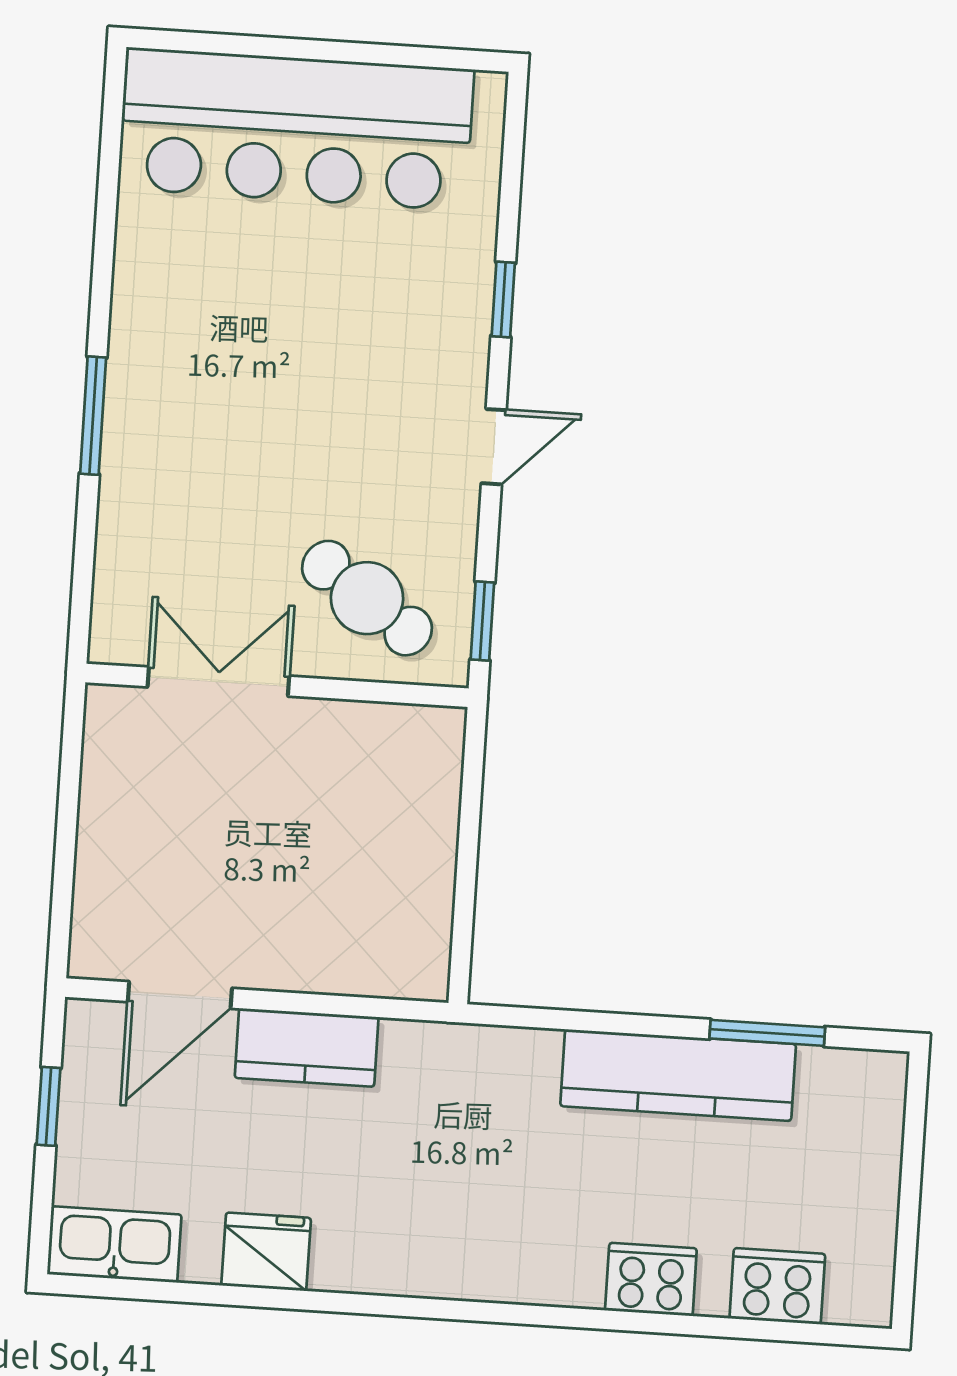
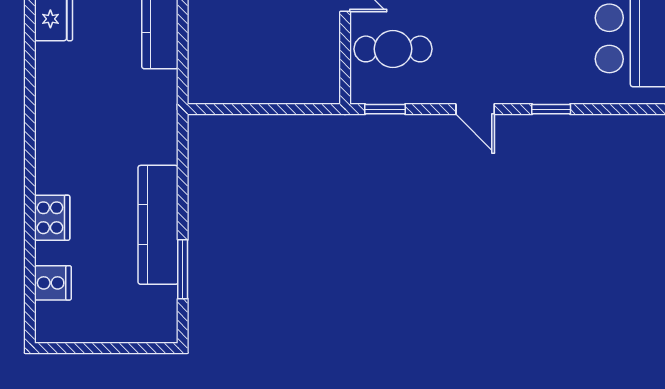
cafe table: (367, 598) -> (393, 49), turned 55
cooker: (777, 1286) -> (53, 283), width x0.73

